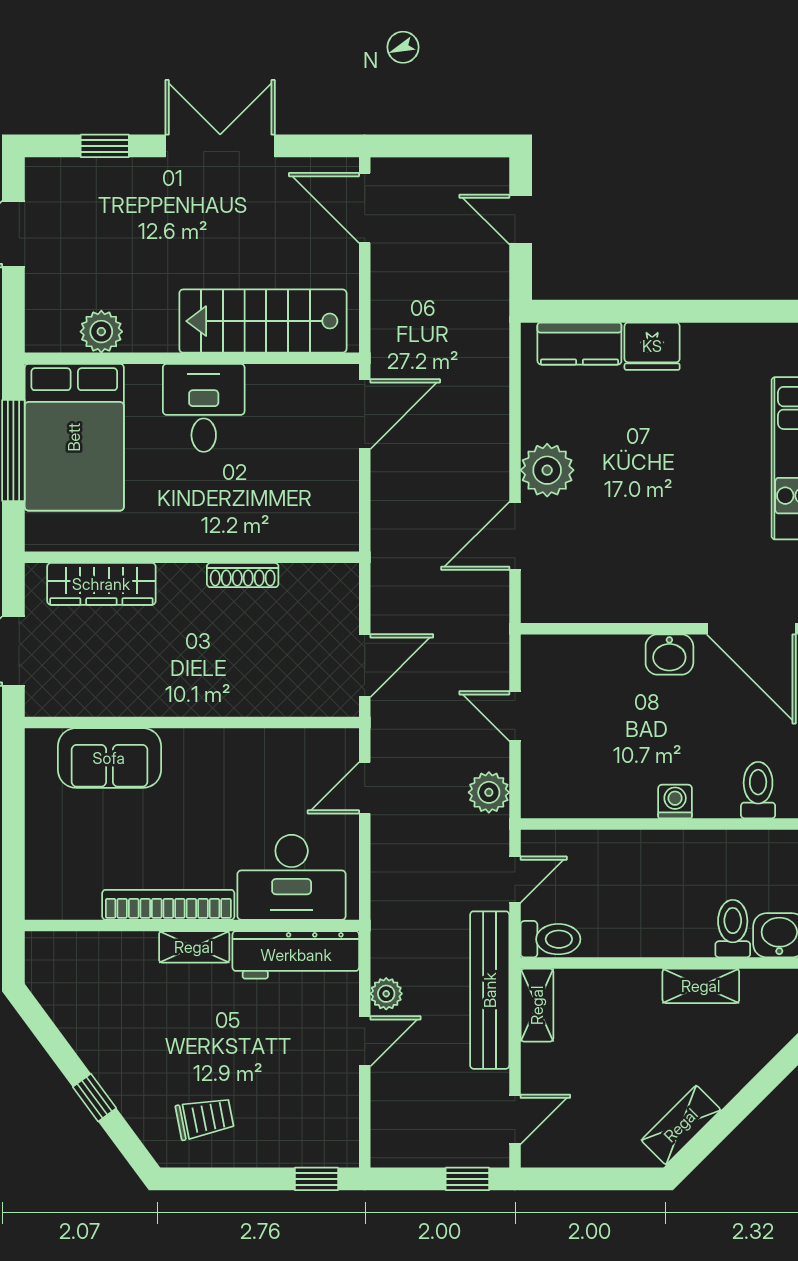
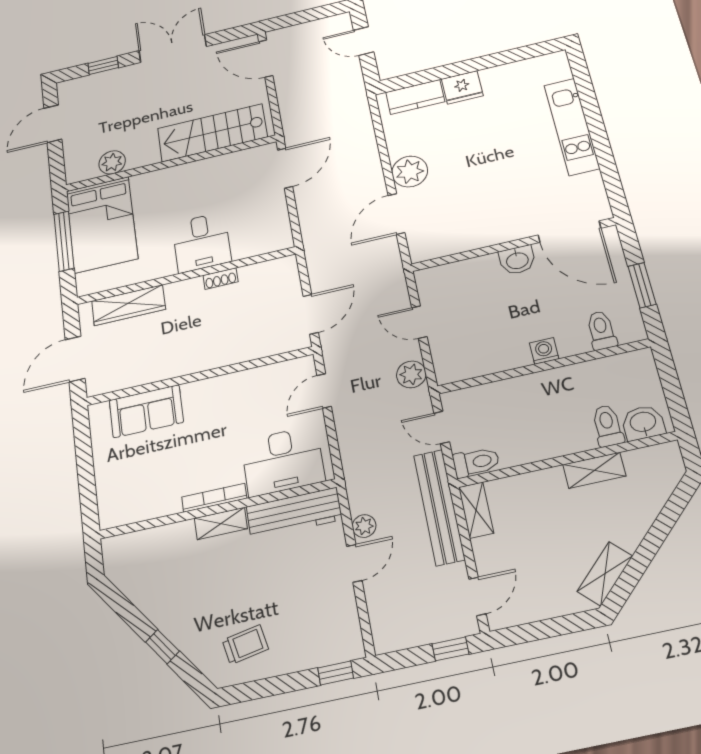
desk: (204, 408) -> (202, 242), moved, turned 180
shoe rack: (243, 575) -> (220, 279), width x0.70
door: (515, 880) -> (442, 427), swing flipped
bookcase: (168, 905) -> (214, 498), width x0.68, depth x0.76

